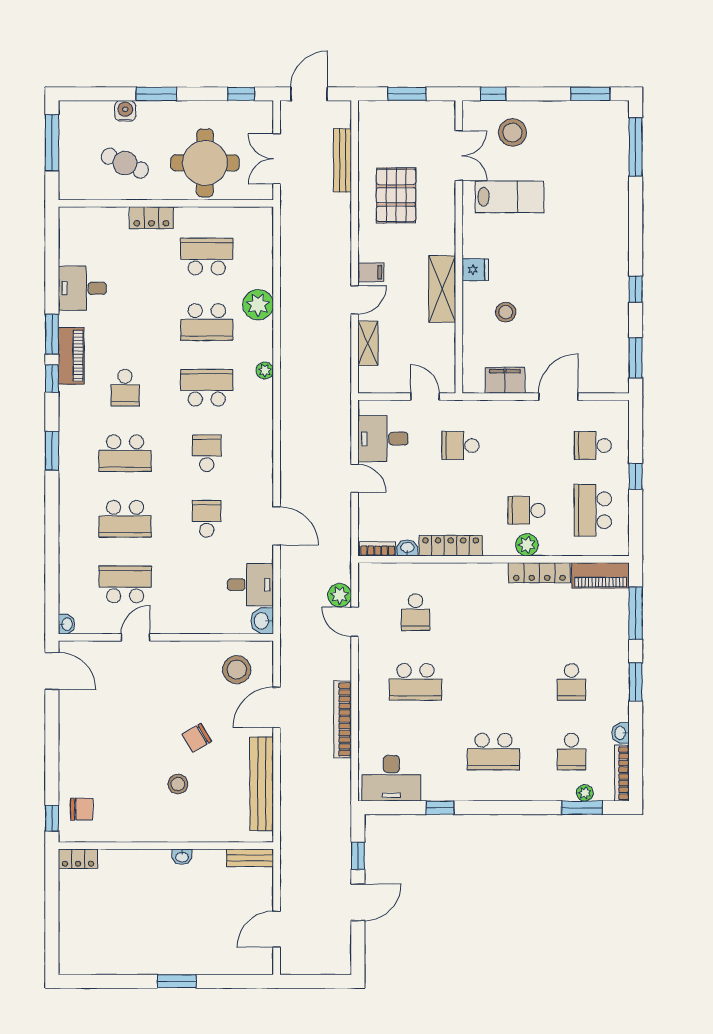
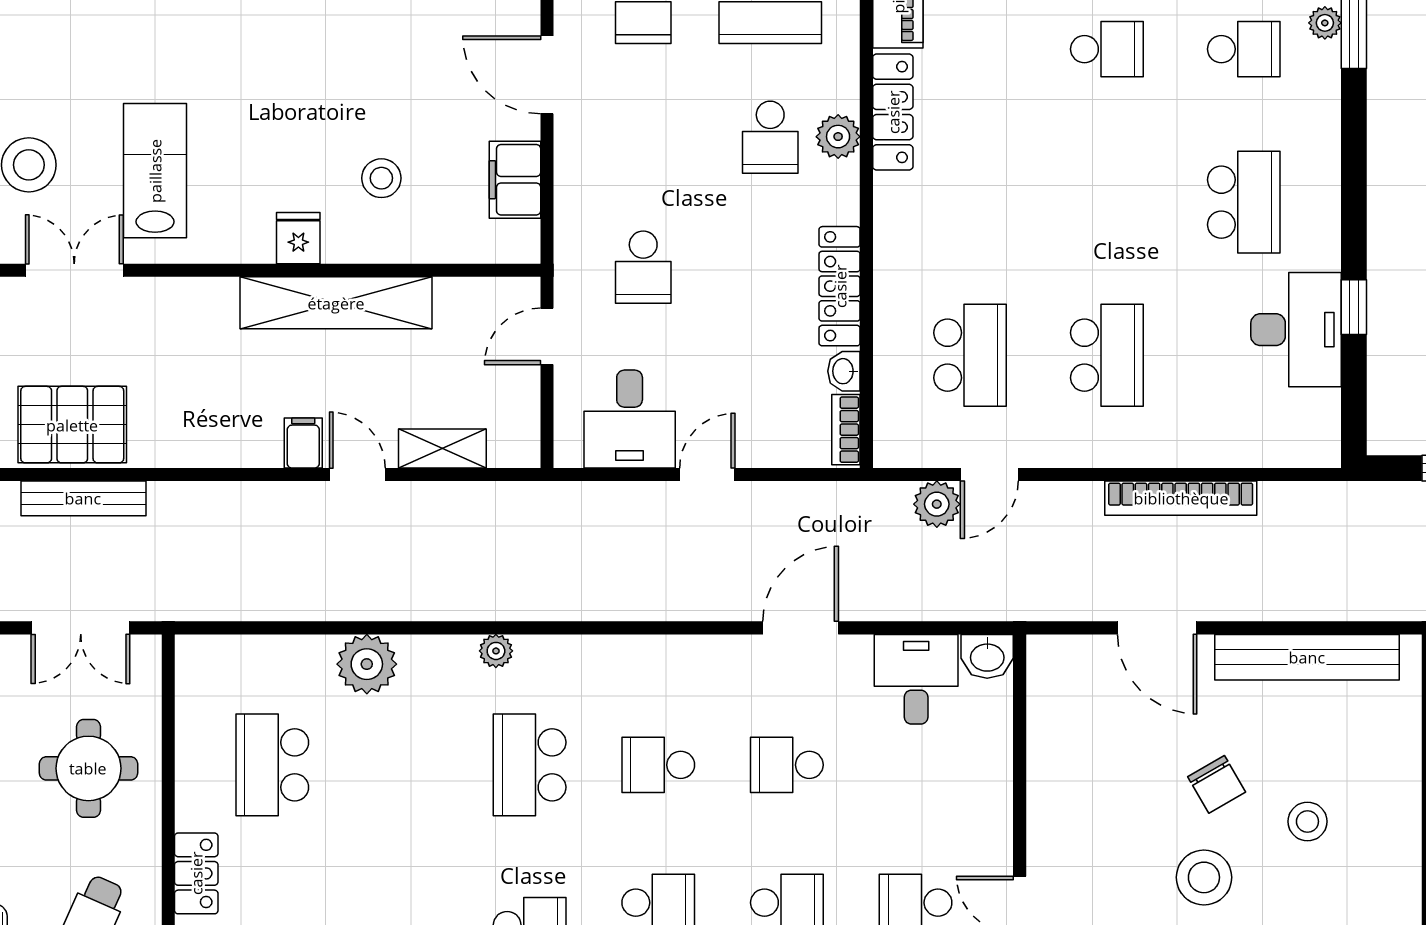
round table: (205, 163) -> (88, 768), width x0.73, depth x0.73
pallet: (396, 195) -> (72, 425), moved
shelving: (442, 289) -> (336, 303), width x1.47
school desk: (207, 322) -> (401, 765), removed
school desk: (416, 612) -> (970, 355), width x1.85
stool: (237, 670) -> (1204, 877), moved
desk: (391, 778) -> (1296, 330), moved

